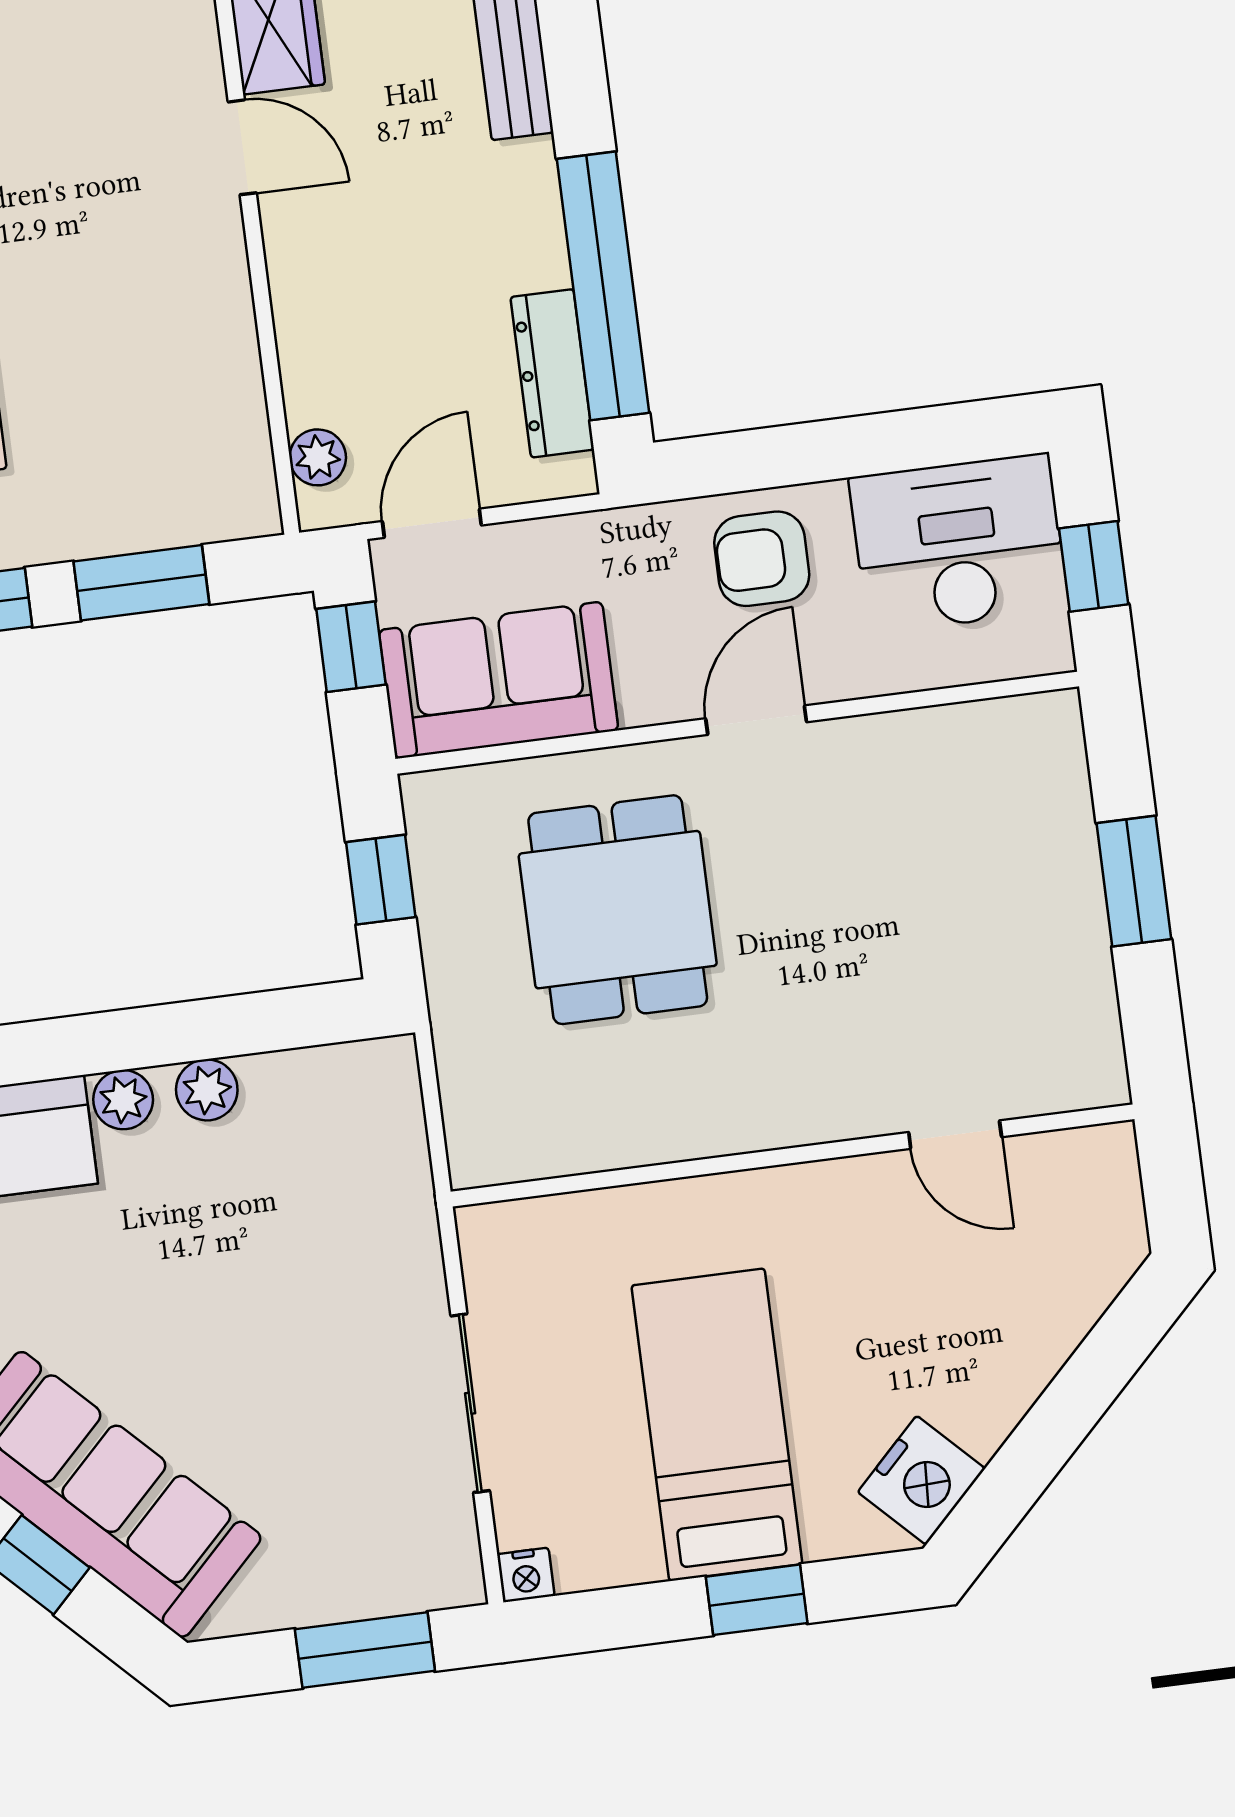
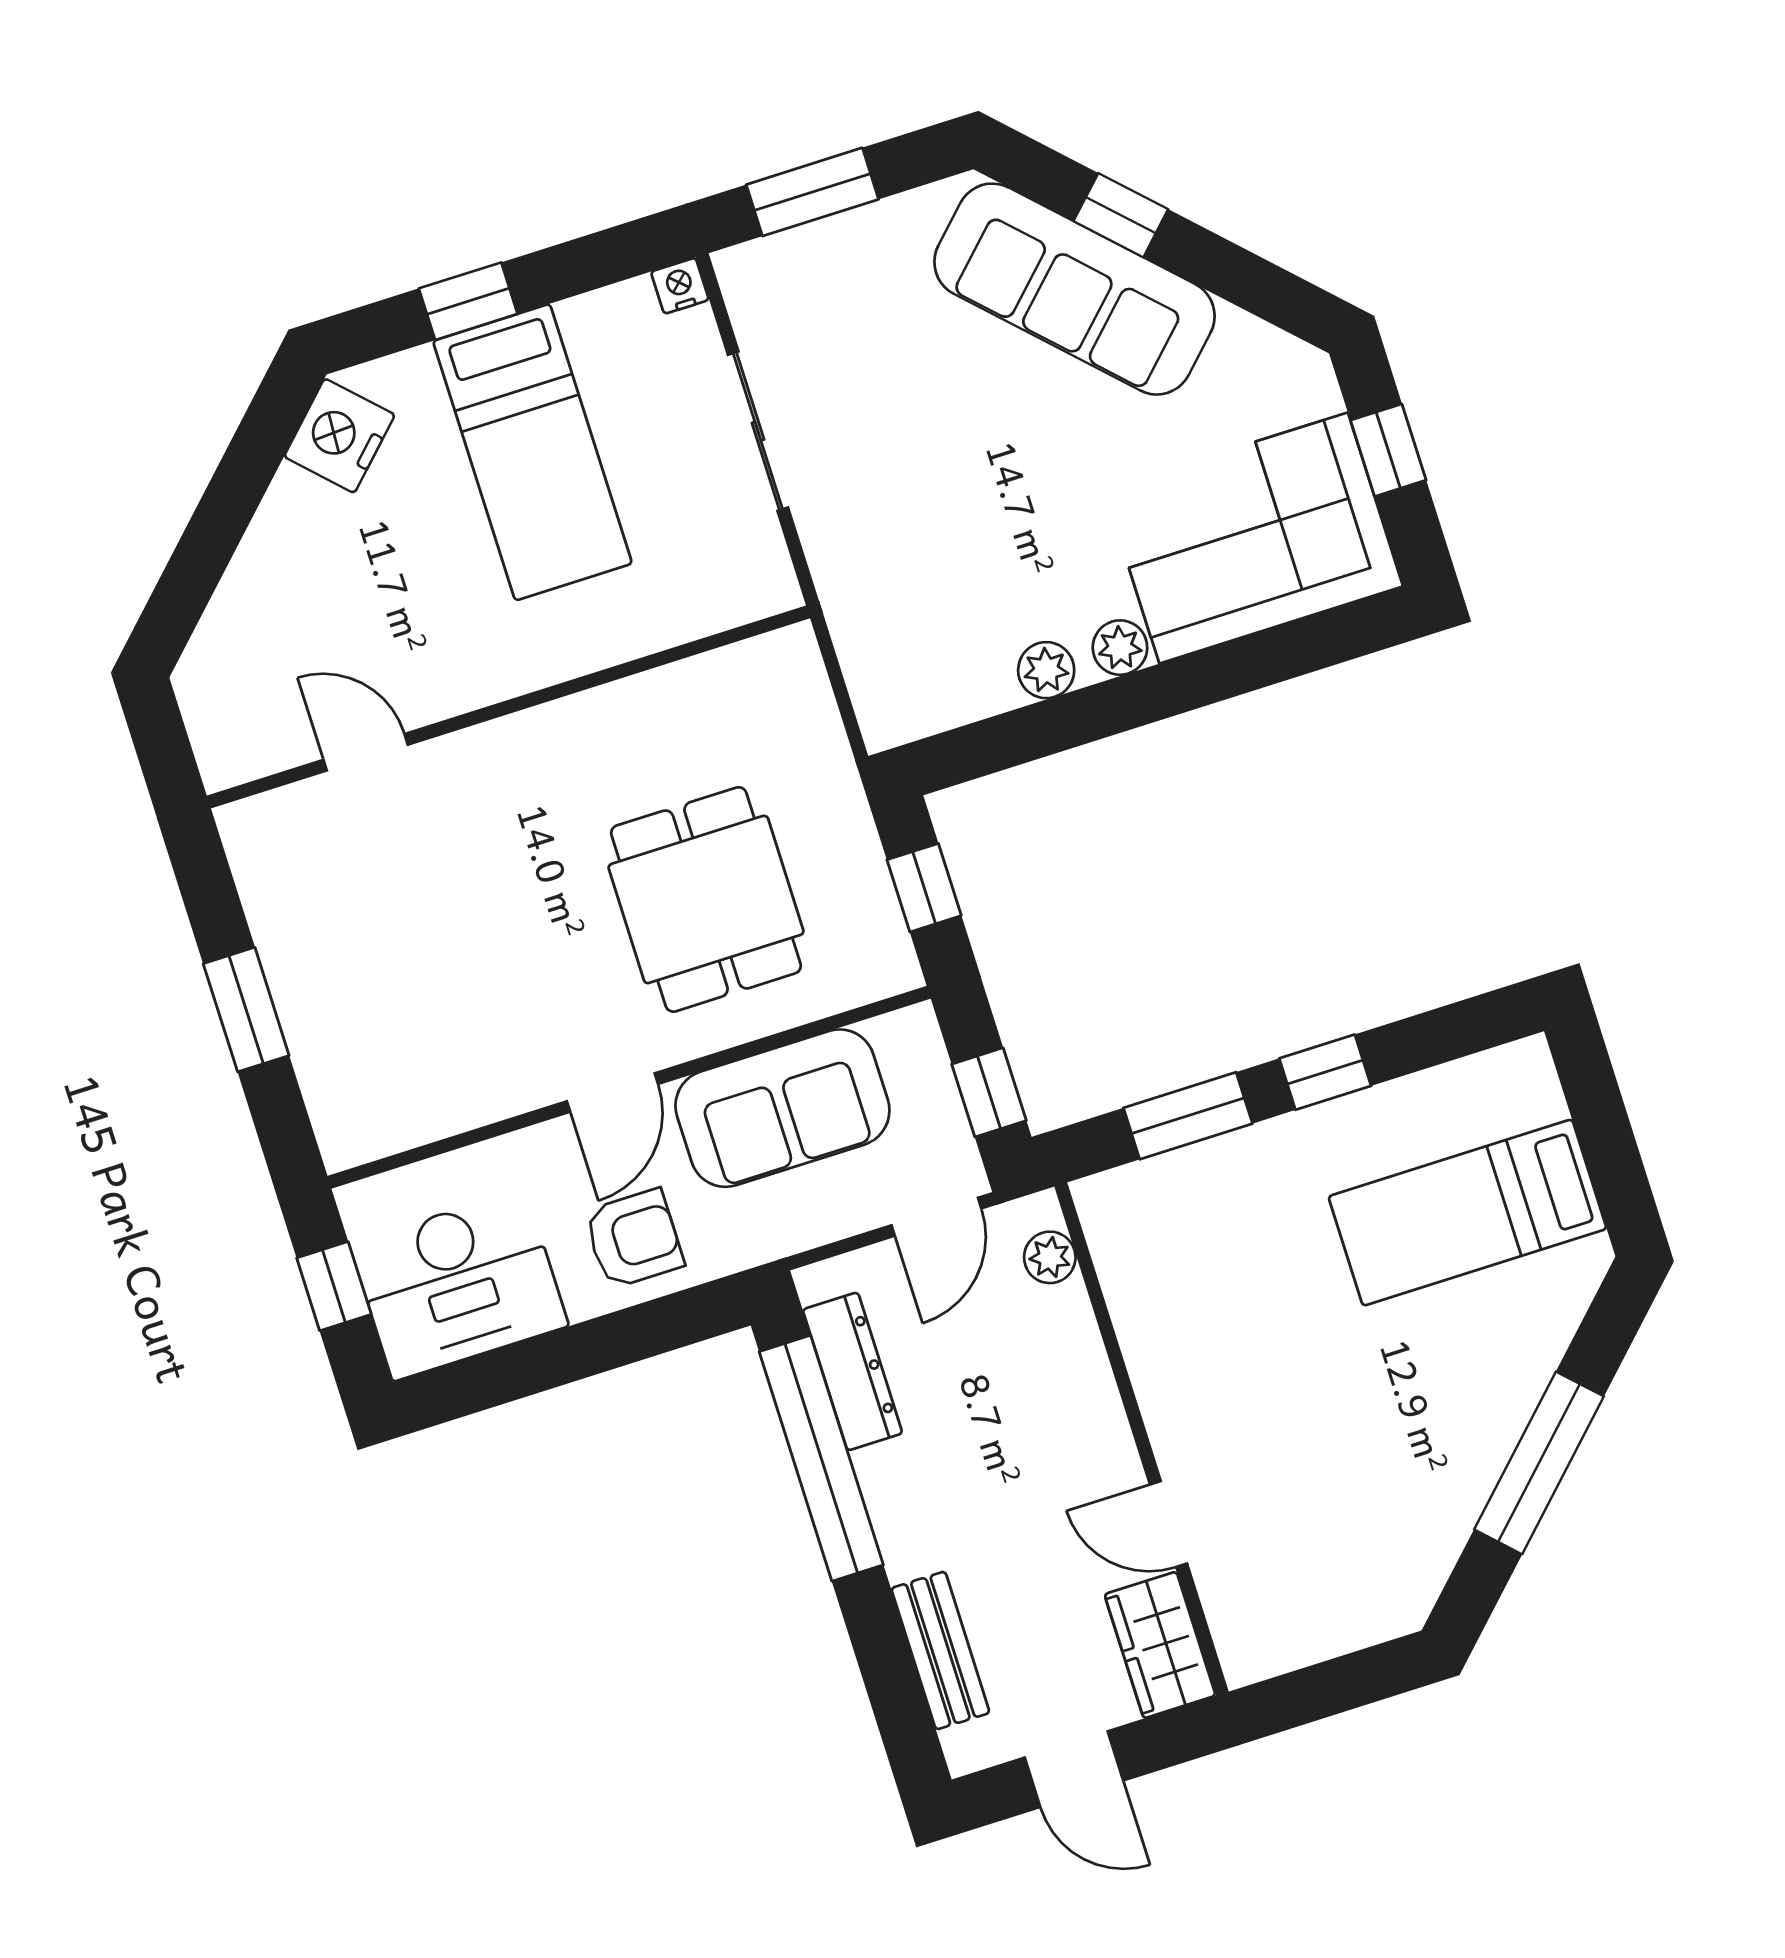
sofa: (499, 680) -> (782, 1108), moved

